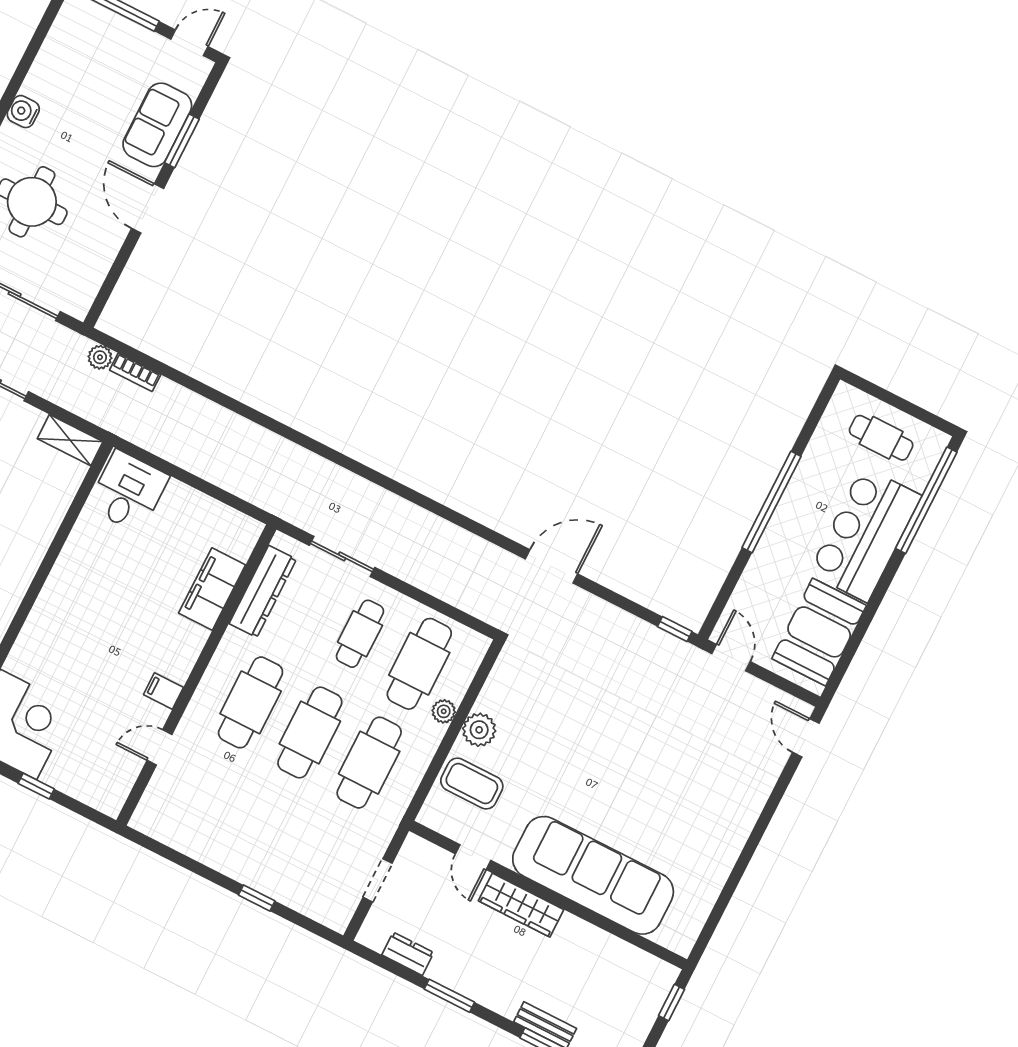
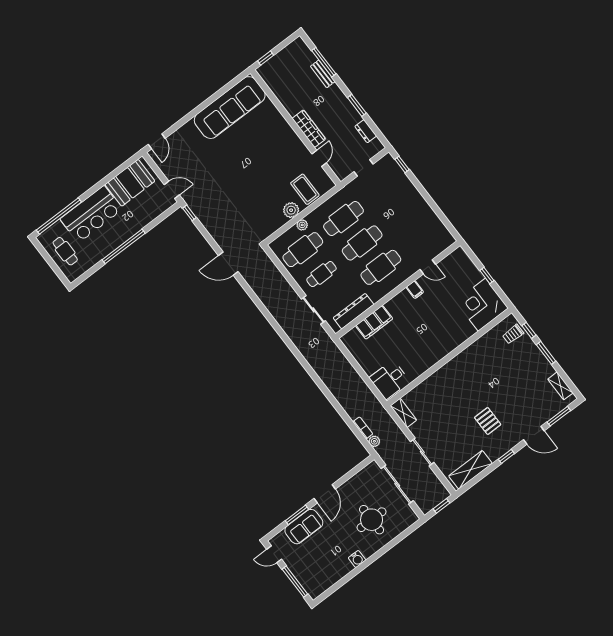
door: (731, 658) -> (172, 190), swing flipped
sofa: (593, 875) -> (230, 108), moved, turned -90
window: (257, 898) -> (402, 164), moved

